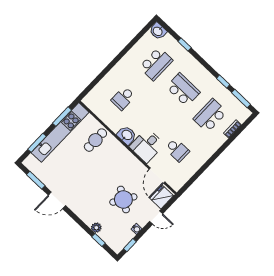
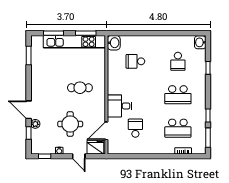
school desk: (156, 64) -> (178, 61), width x0.54
school desk: (183, 90) -> (178, 95), turned 90
school desk: (210, 116) -> (178, 128), turned 180
washbasin: (127, 135) -> (114, 43), moved
cafe table: (95, 140) -> (80, 88), moved
school desk: (177, 150) -> (135, 128), turned 180
round table: (123, 199) -> (70, 124), turned -32
door: (57, 200) -> (29, 110), moved

